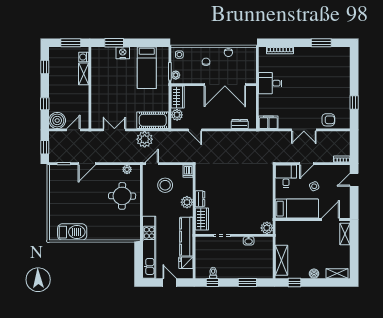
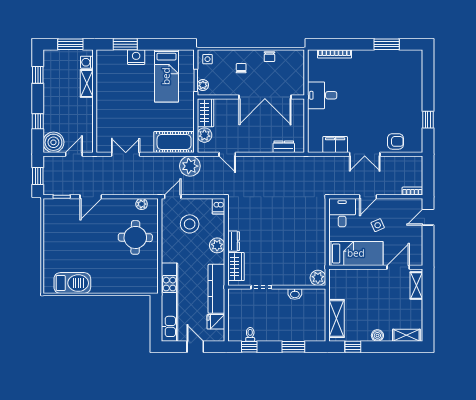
filing cabinet: (268, 122) -> (335, 145), moved
plant: (145, 139) -> (190, 166), moved

